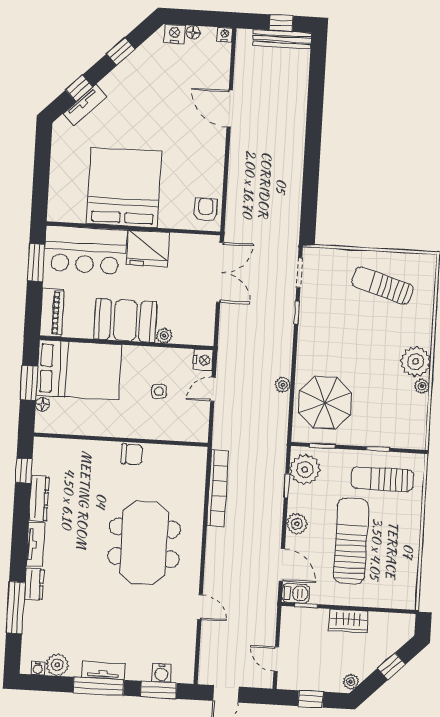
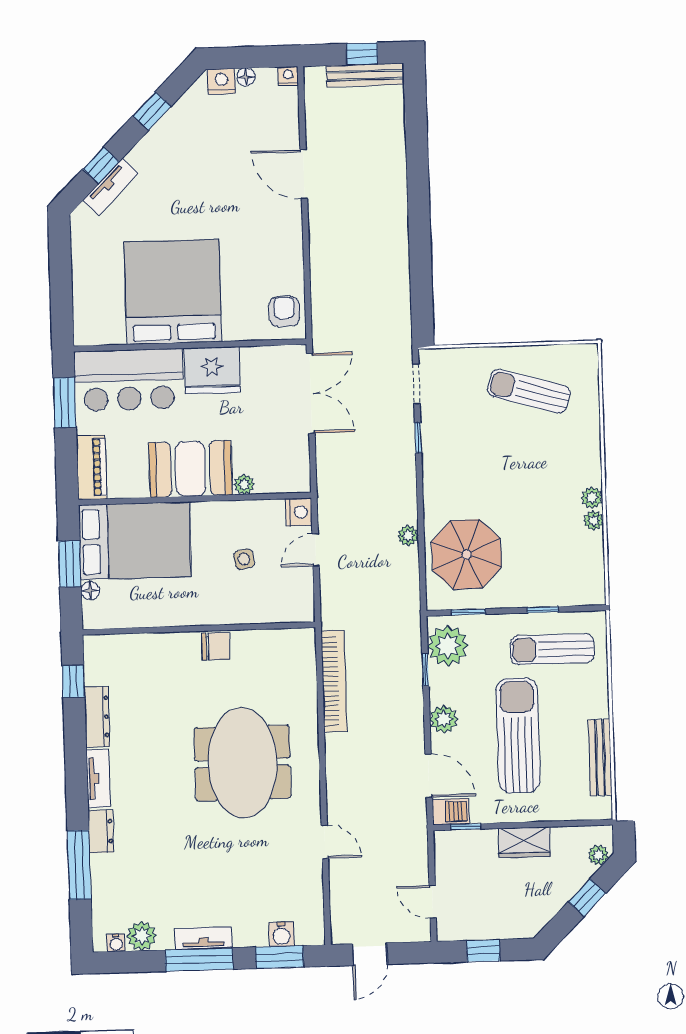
plant: (416, 362) -> (592, 498), width x0.53, depth x0.53
bench: (411, 563) -> (600, 757), added
plant: (351, 682) -> (598, 855), moved

